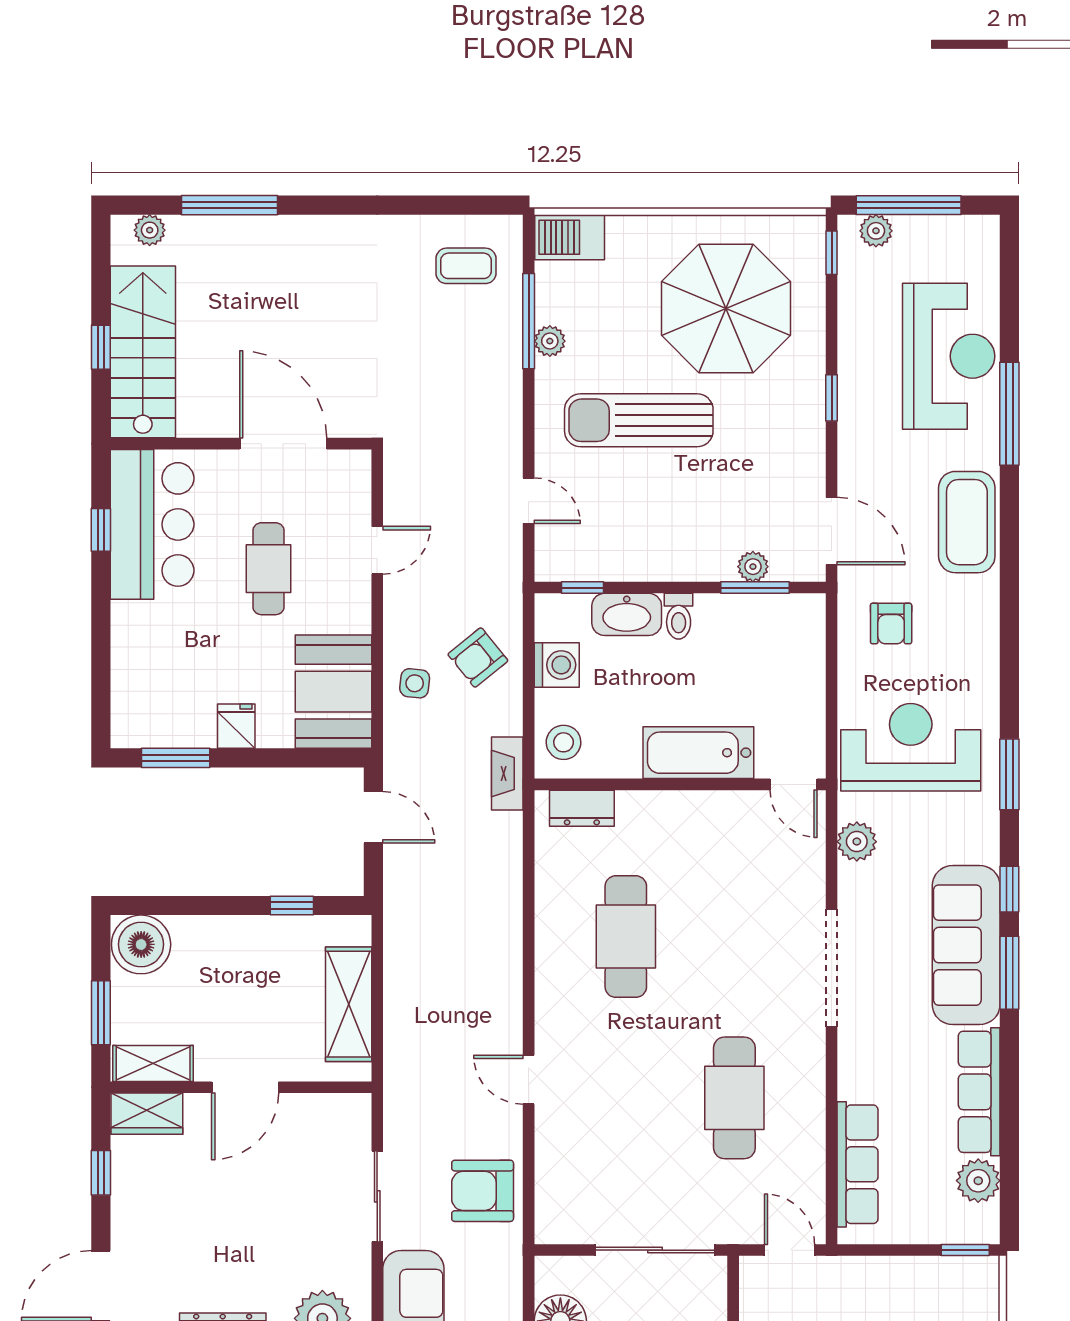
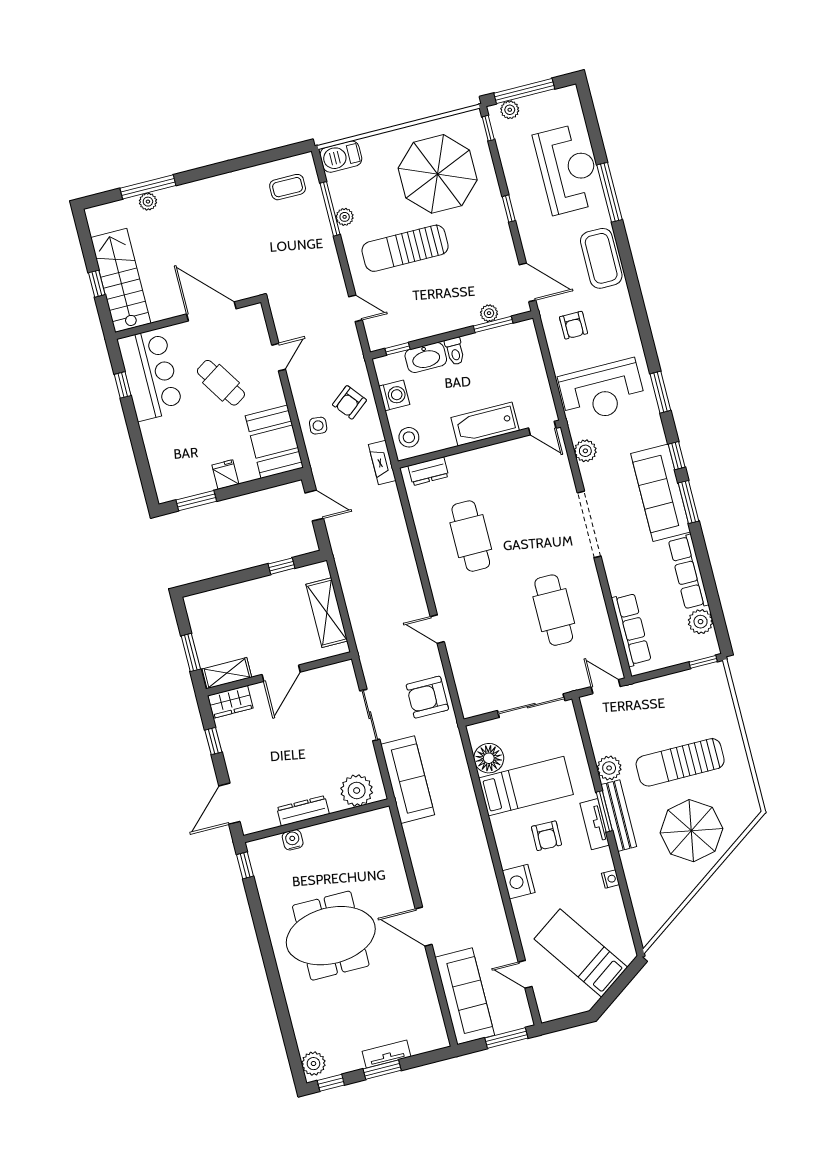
plant: (150, 230) -> (148, 202), moved
cafe table: (269, 569) -> (221, 383), turned -33
reception desk: (911, 747) -> (602, 391), turned 180
boiler: (141, 944) -> (203, 609), removed

